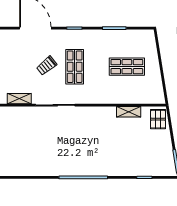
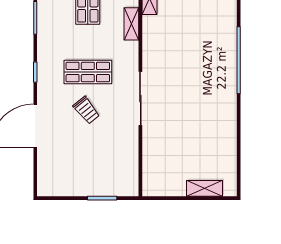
shelving: (19, 99) -> (131, 24), moved

